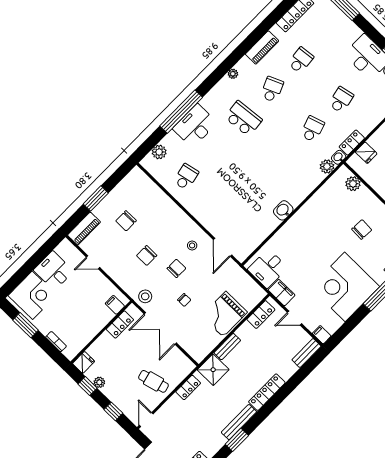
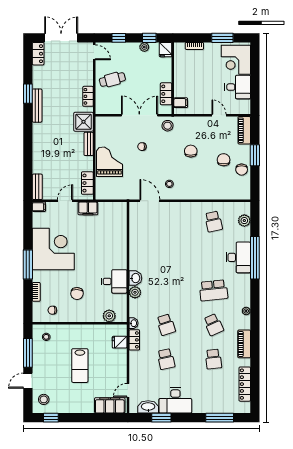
plant: (327, 166) -> (135, 292), moved
washbasin: (283, 210) -> (135, 278), moved
door: (93, 262) -> (219, 115), hinge flipped
chair: (176, 268) -> (242, 170), moved
desk: (268, 268) -> (114, 281), moved, turned 90
locker: (267, 392) -> (38, 140), removed

